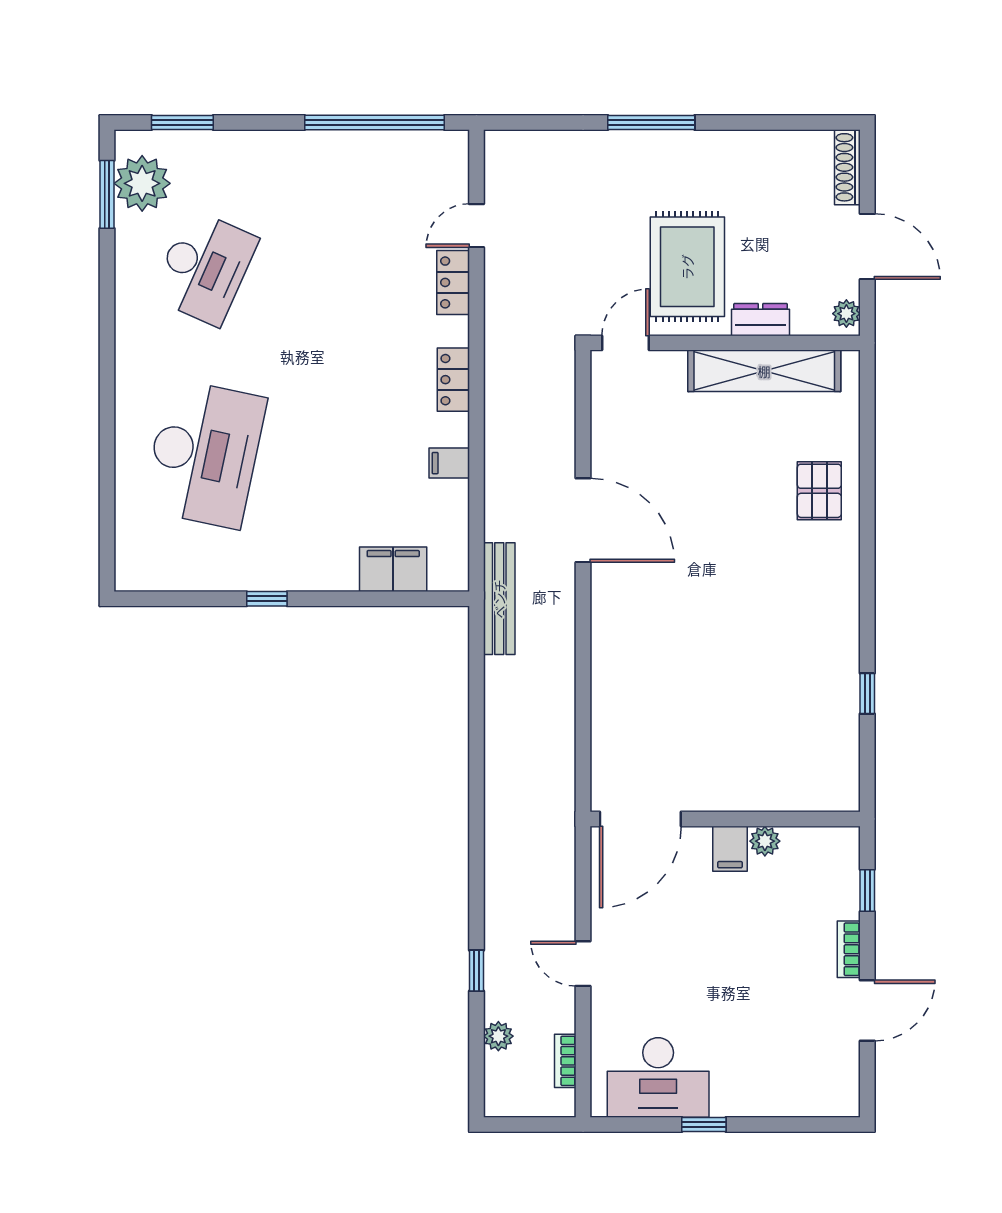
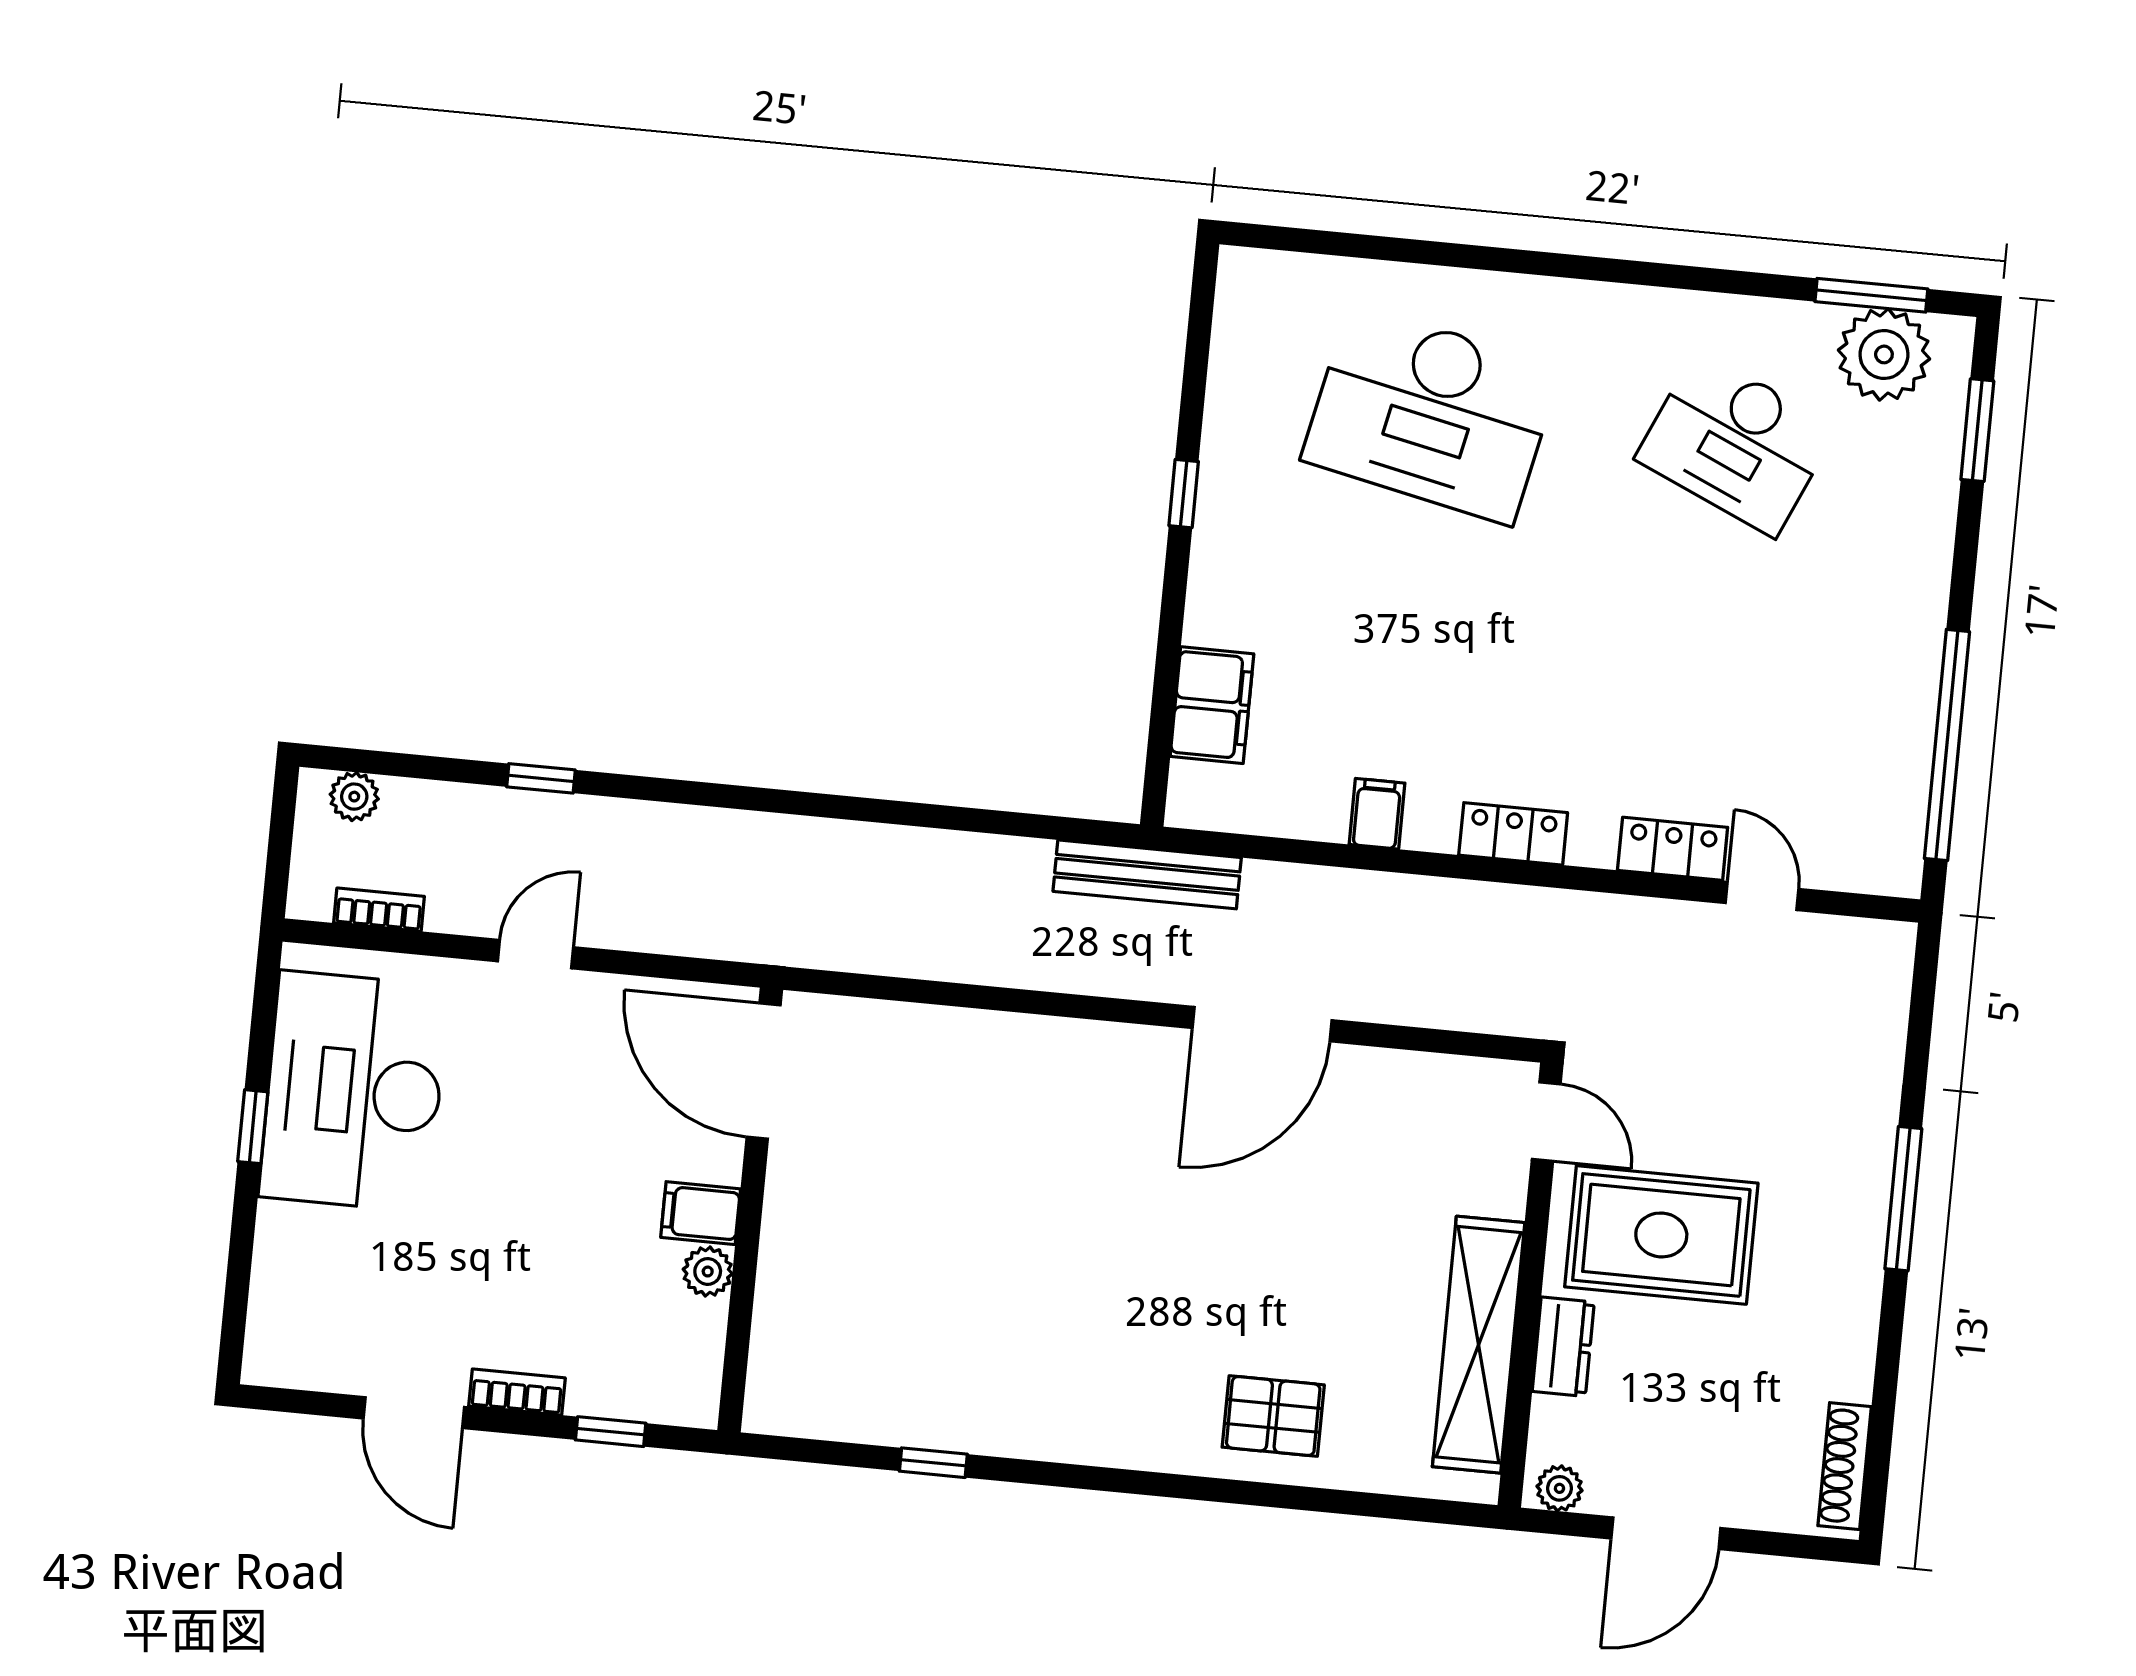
shoe rack: (847, 167) -> (1845, 1466), moved, turned -90
plant: (498, 1036) -> (354, 797), moved
desk: (658, 1077) -> (354, 1091), width x1.36, depth x1.30

